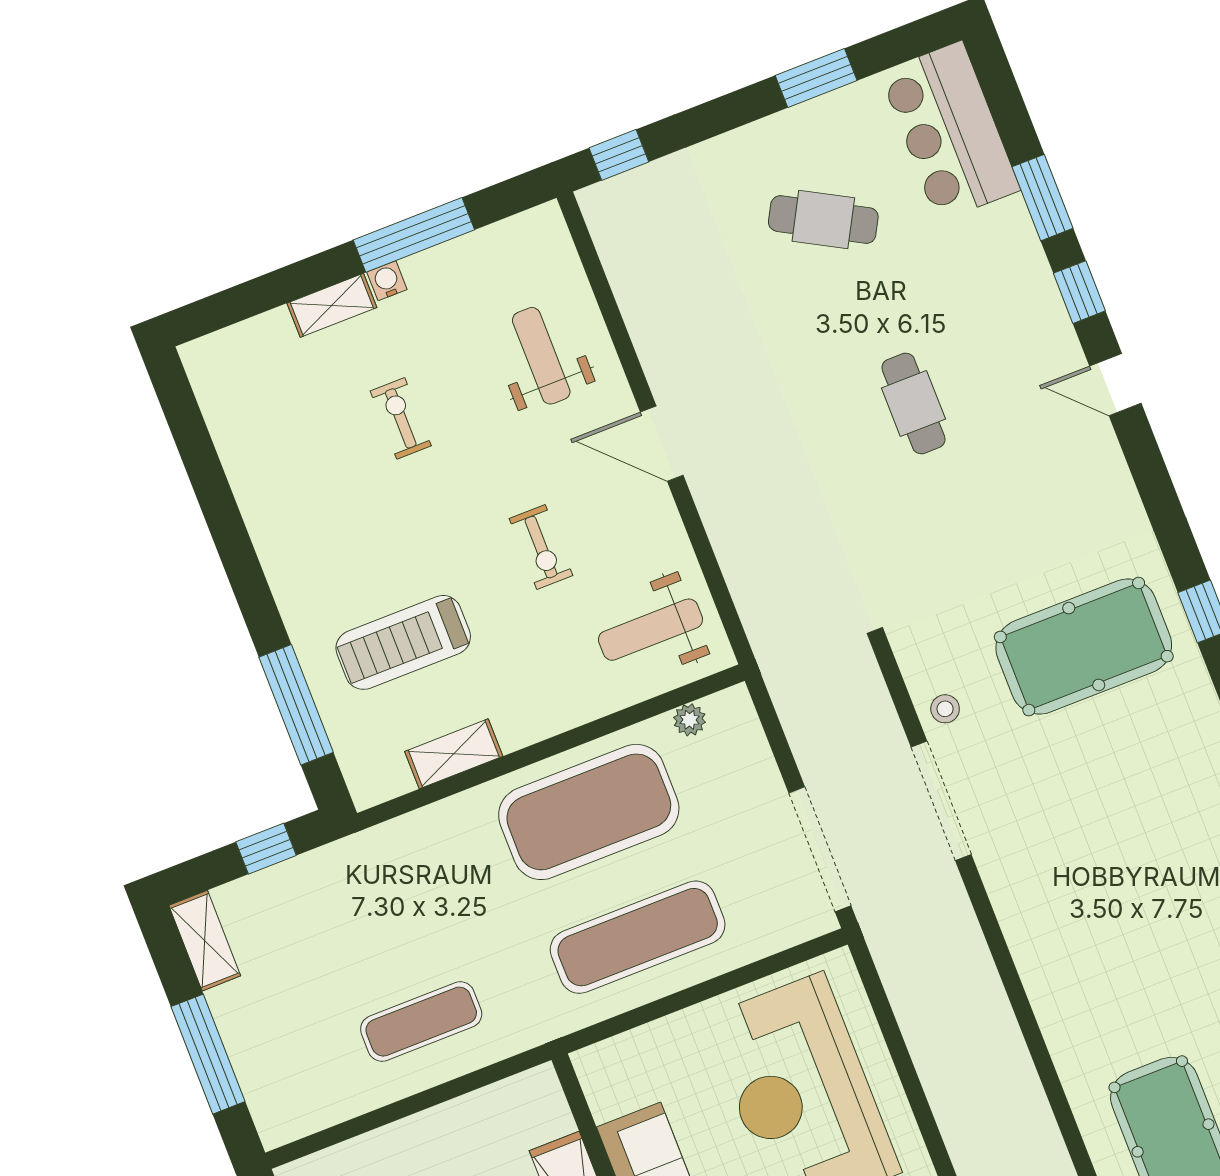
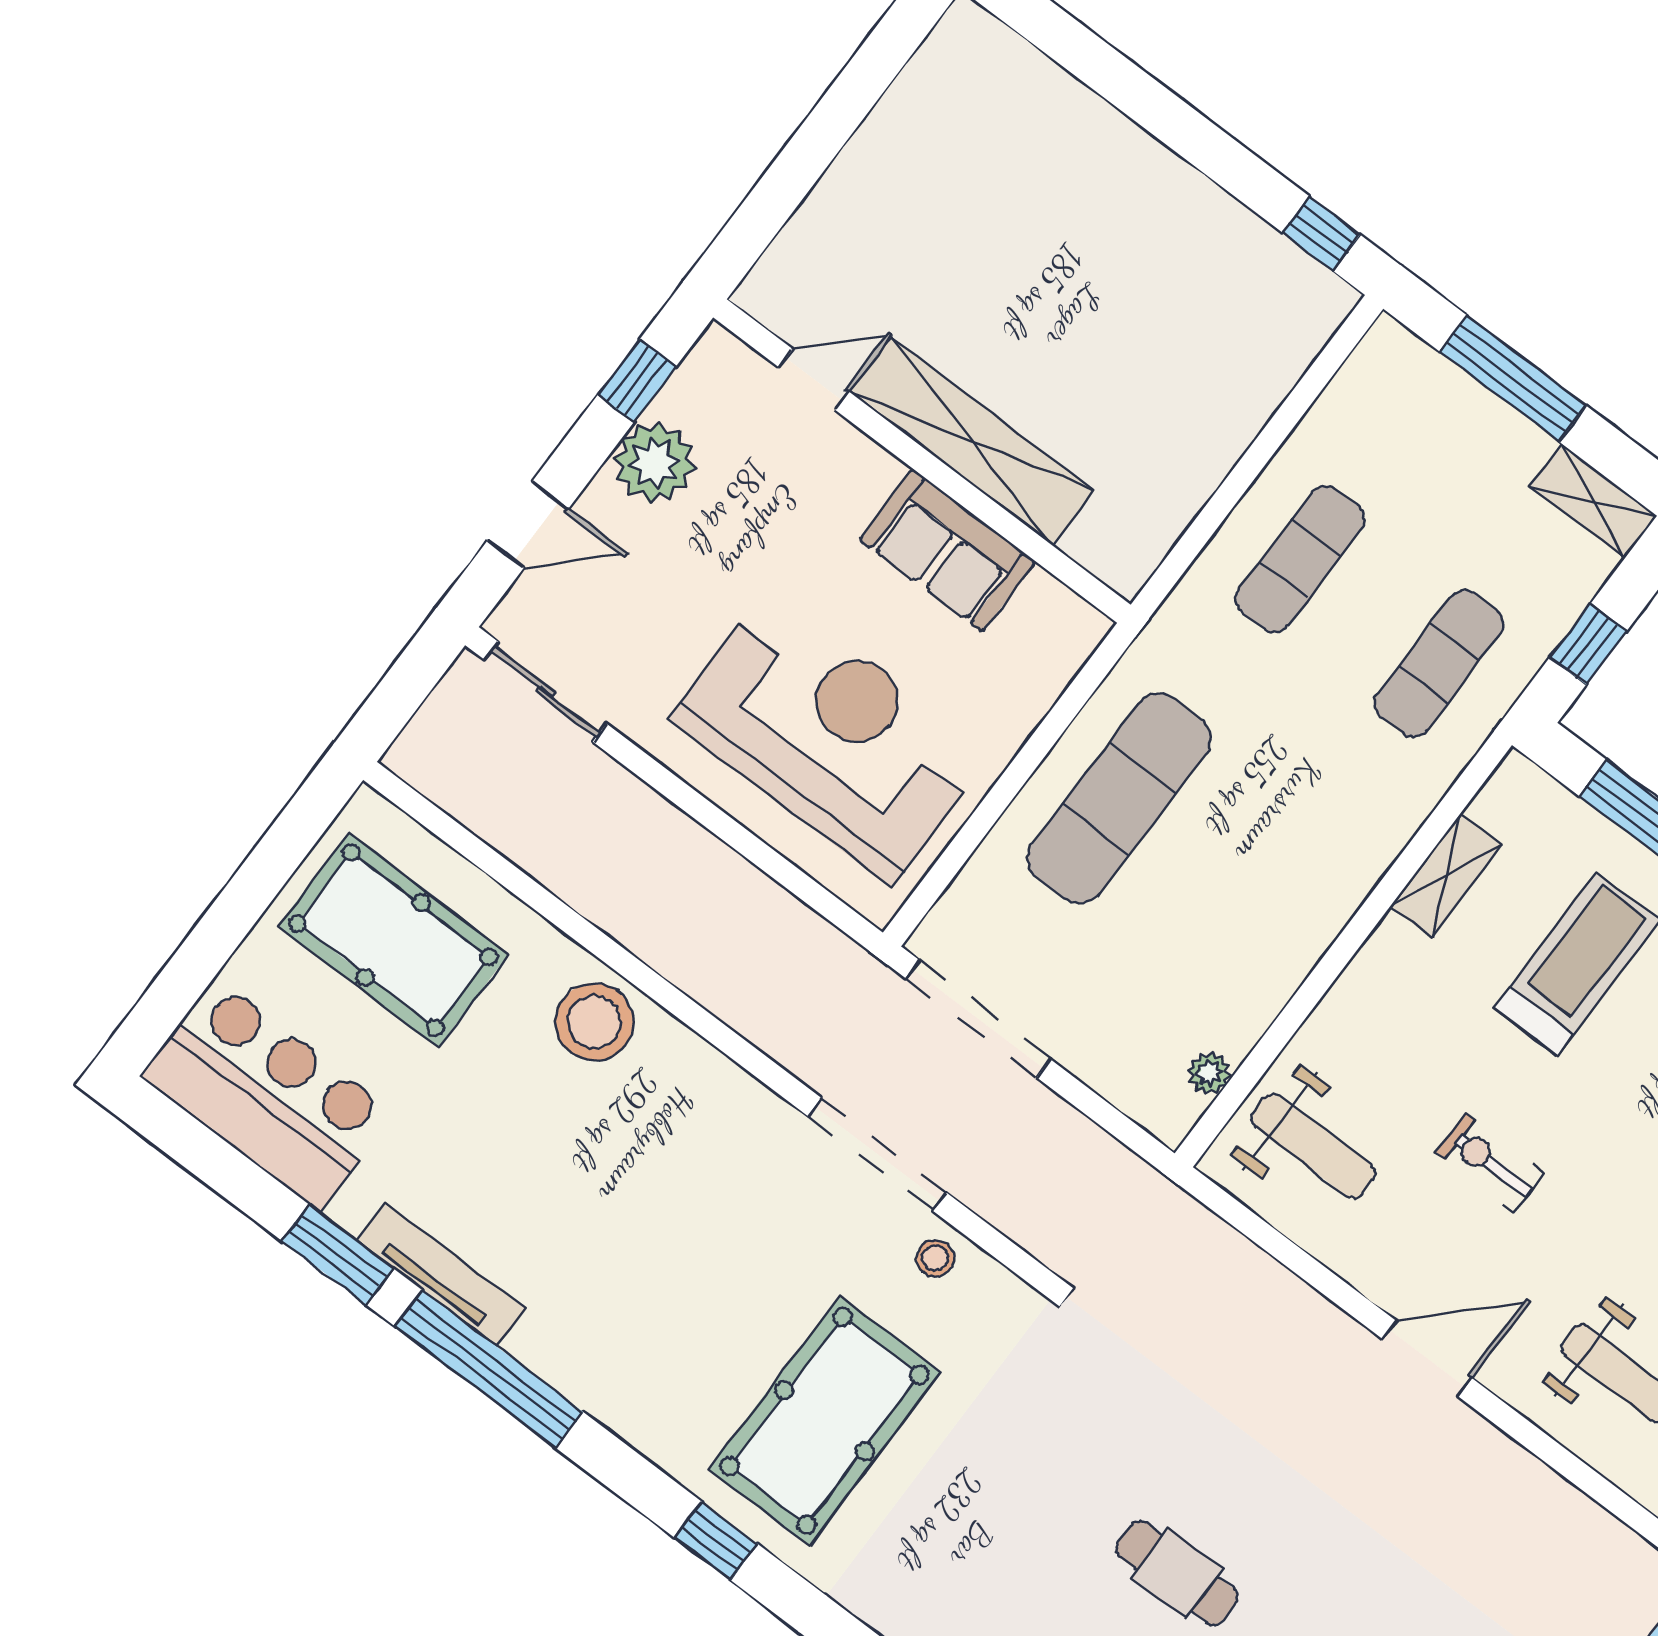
weight bench: (651, 630) -> (1313, 1146), turned 90
exercise mat: (589, 812) -> (1439, 664), moved, width x0.50, depth x0.69
stool: (1074, 1003) -> (594, 1022), added

